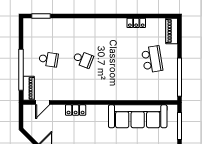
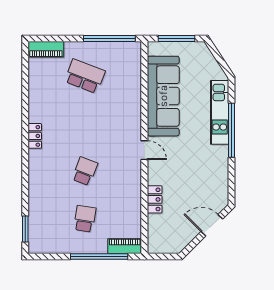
locker: (136, 23) -> (35, 136), moved
school desk: (152, 59) -> (85, 76), turned 30
door: (43, 103) -> (144, 150), moved
locker: (76, 110) -> (155, 199), moved

